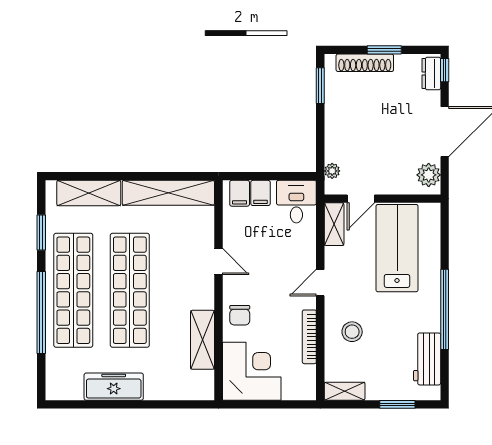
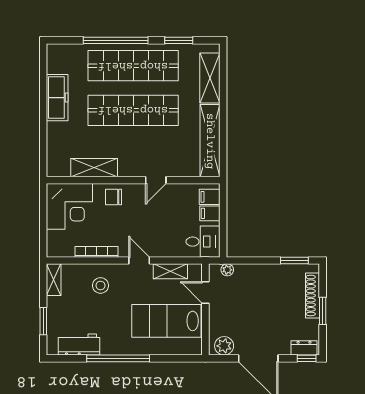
shelving: (334, 224) -> (170, 271), moved
lab bench: (397, 248) -> (166, 321), turned 180

